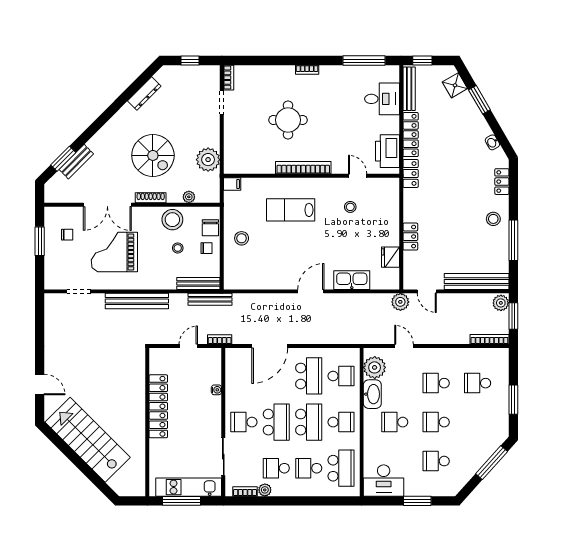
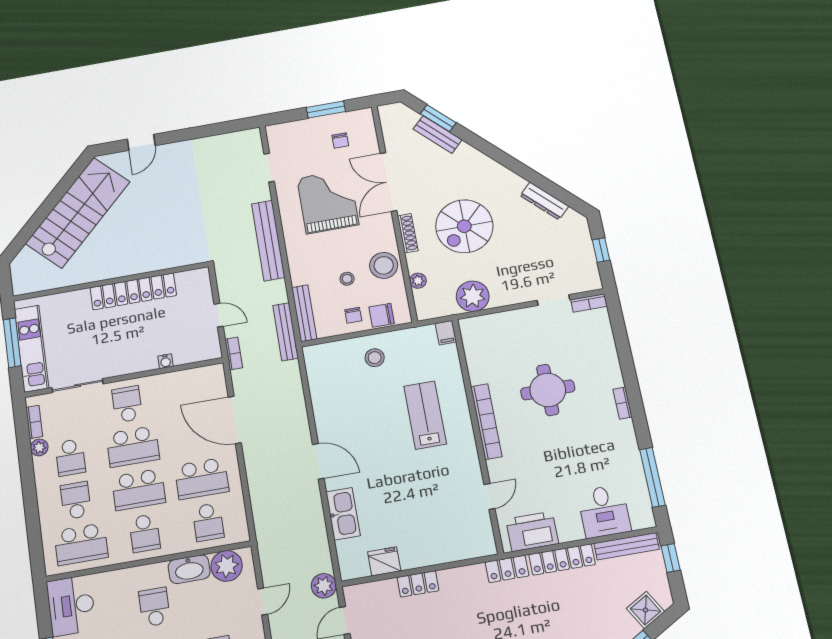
stool: (350, 207) -> (444, 494), removed
school desk: (276, 468) -> (70, 457), turned 180

